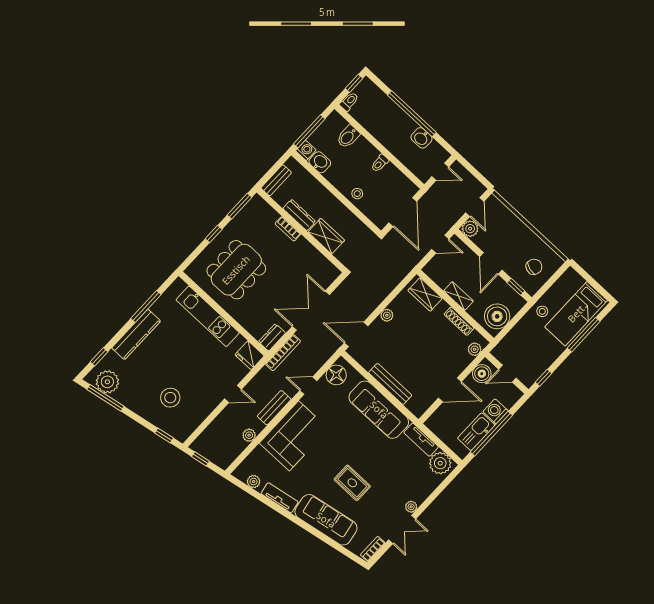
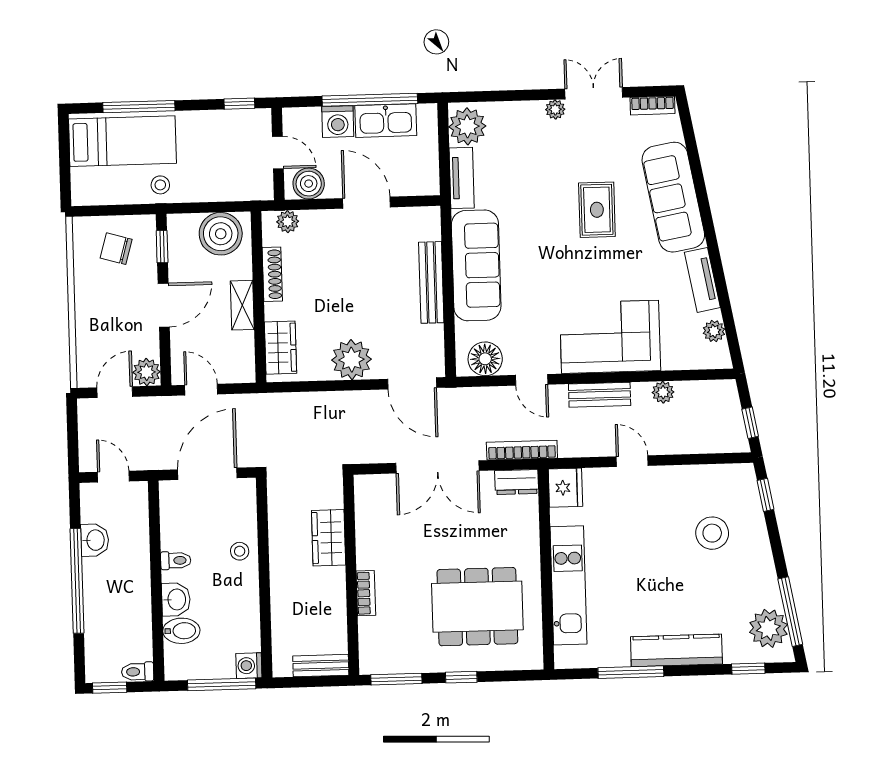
washbasin: (320, 162) -> (176, 599), moved, turned 180
dresser: (299, 215) -> (335, 596), removed
plant: (387, 315) -> (352, 360), width x1.87, depth x1.87

